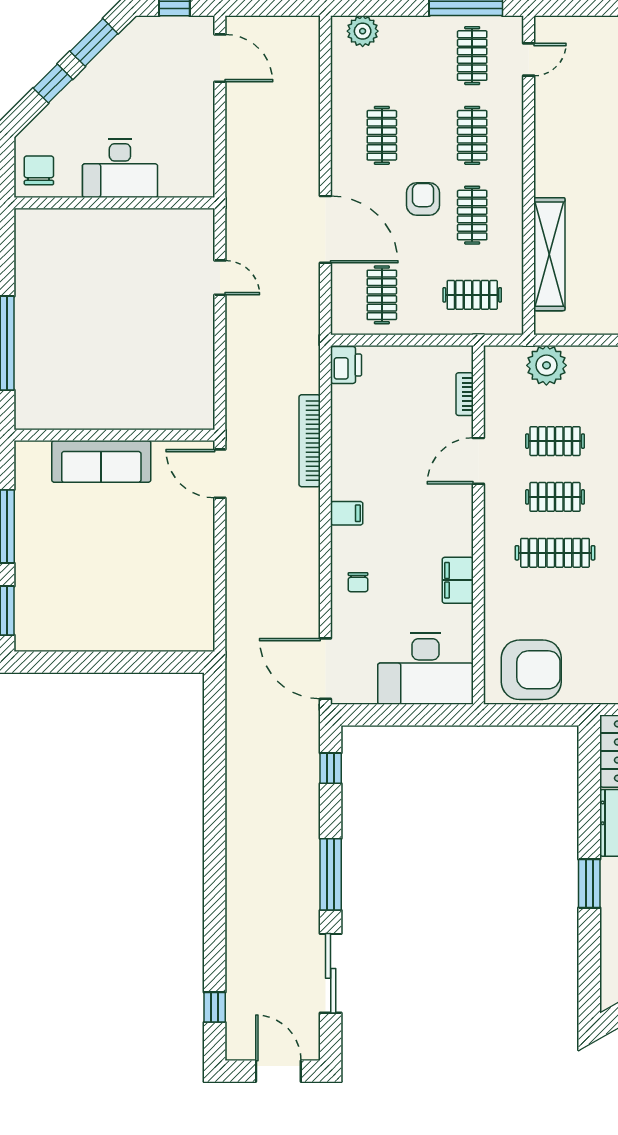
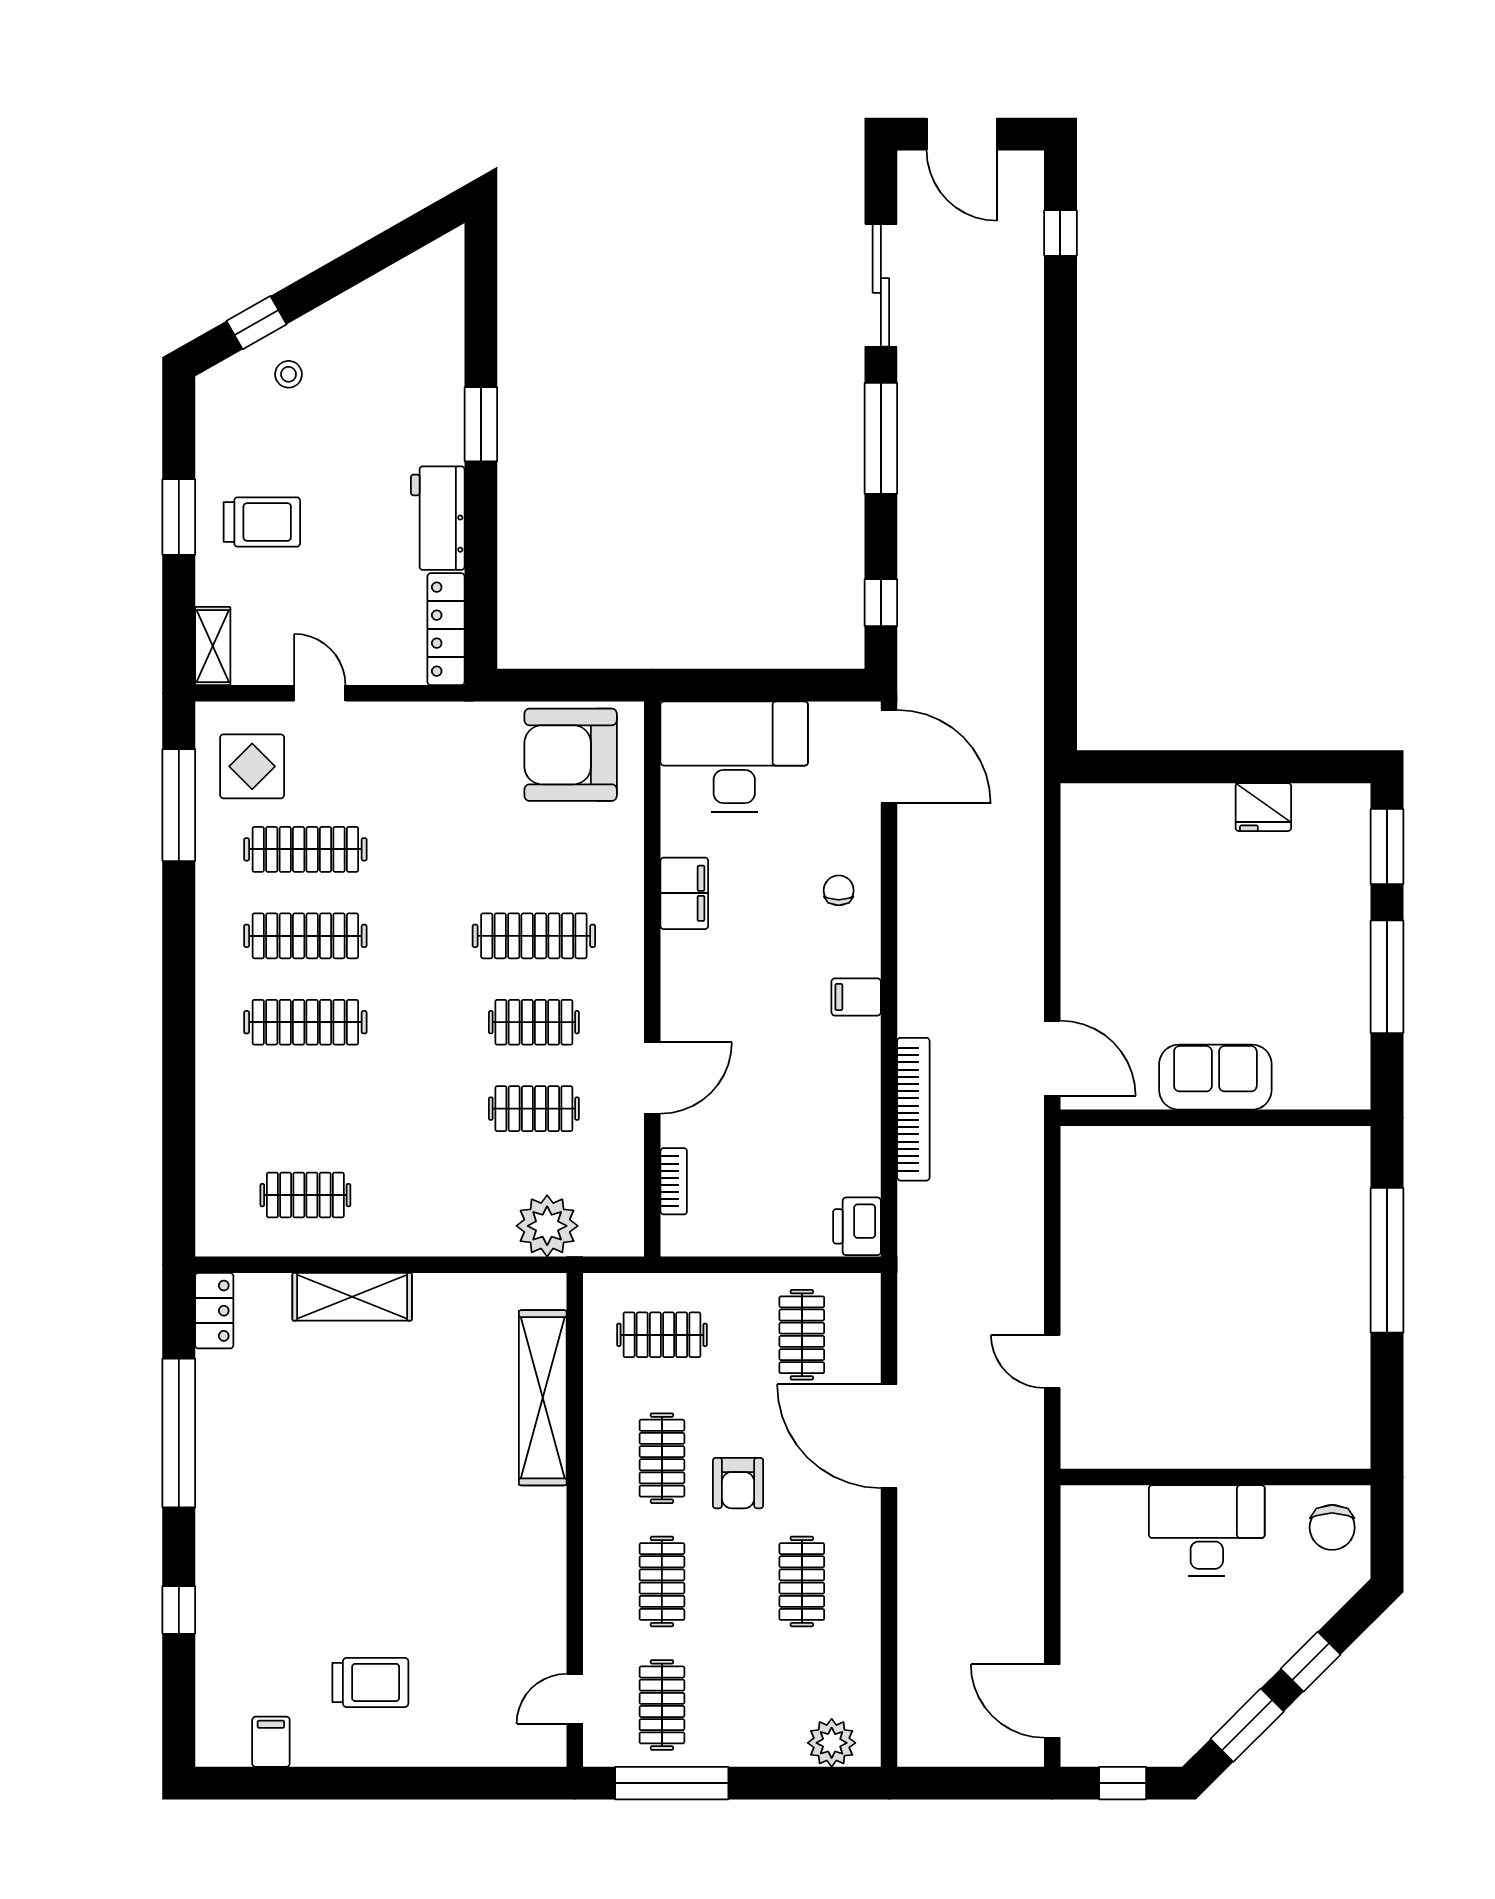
sofa: (101, 461) -> (1215, 1077), width x0.73
fridge: (83, 636) -> (1263, 807), added

